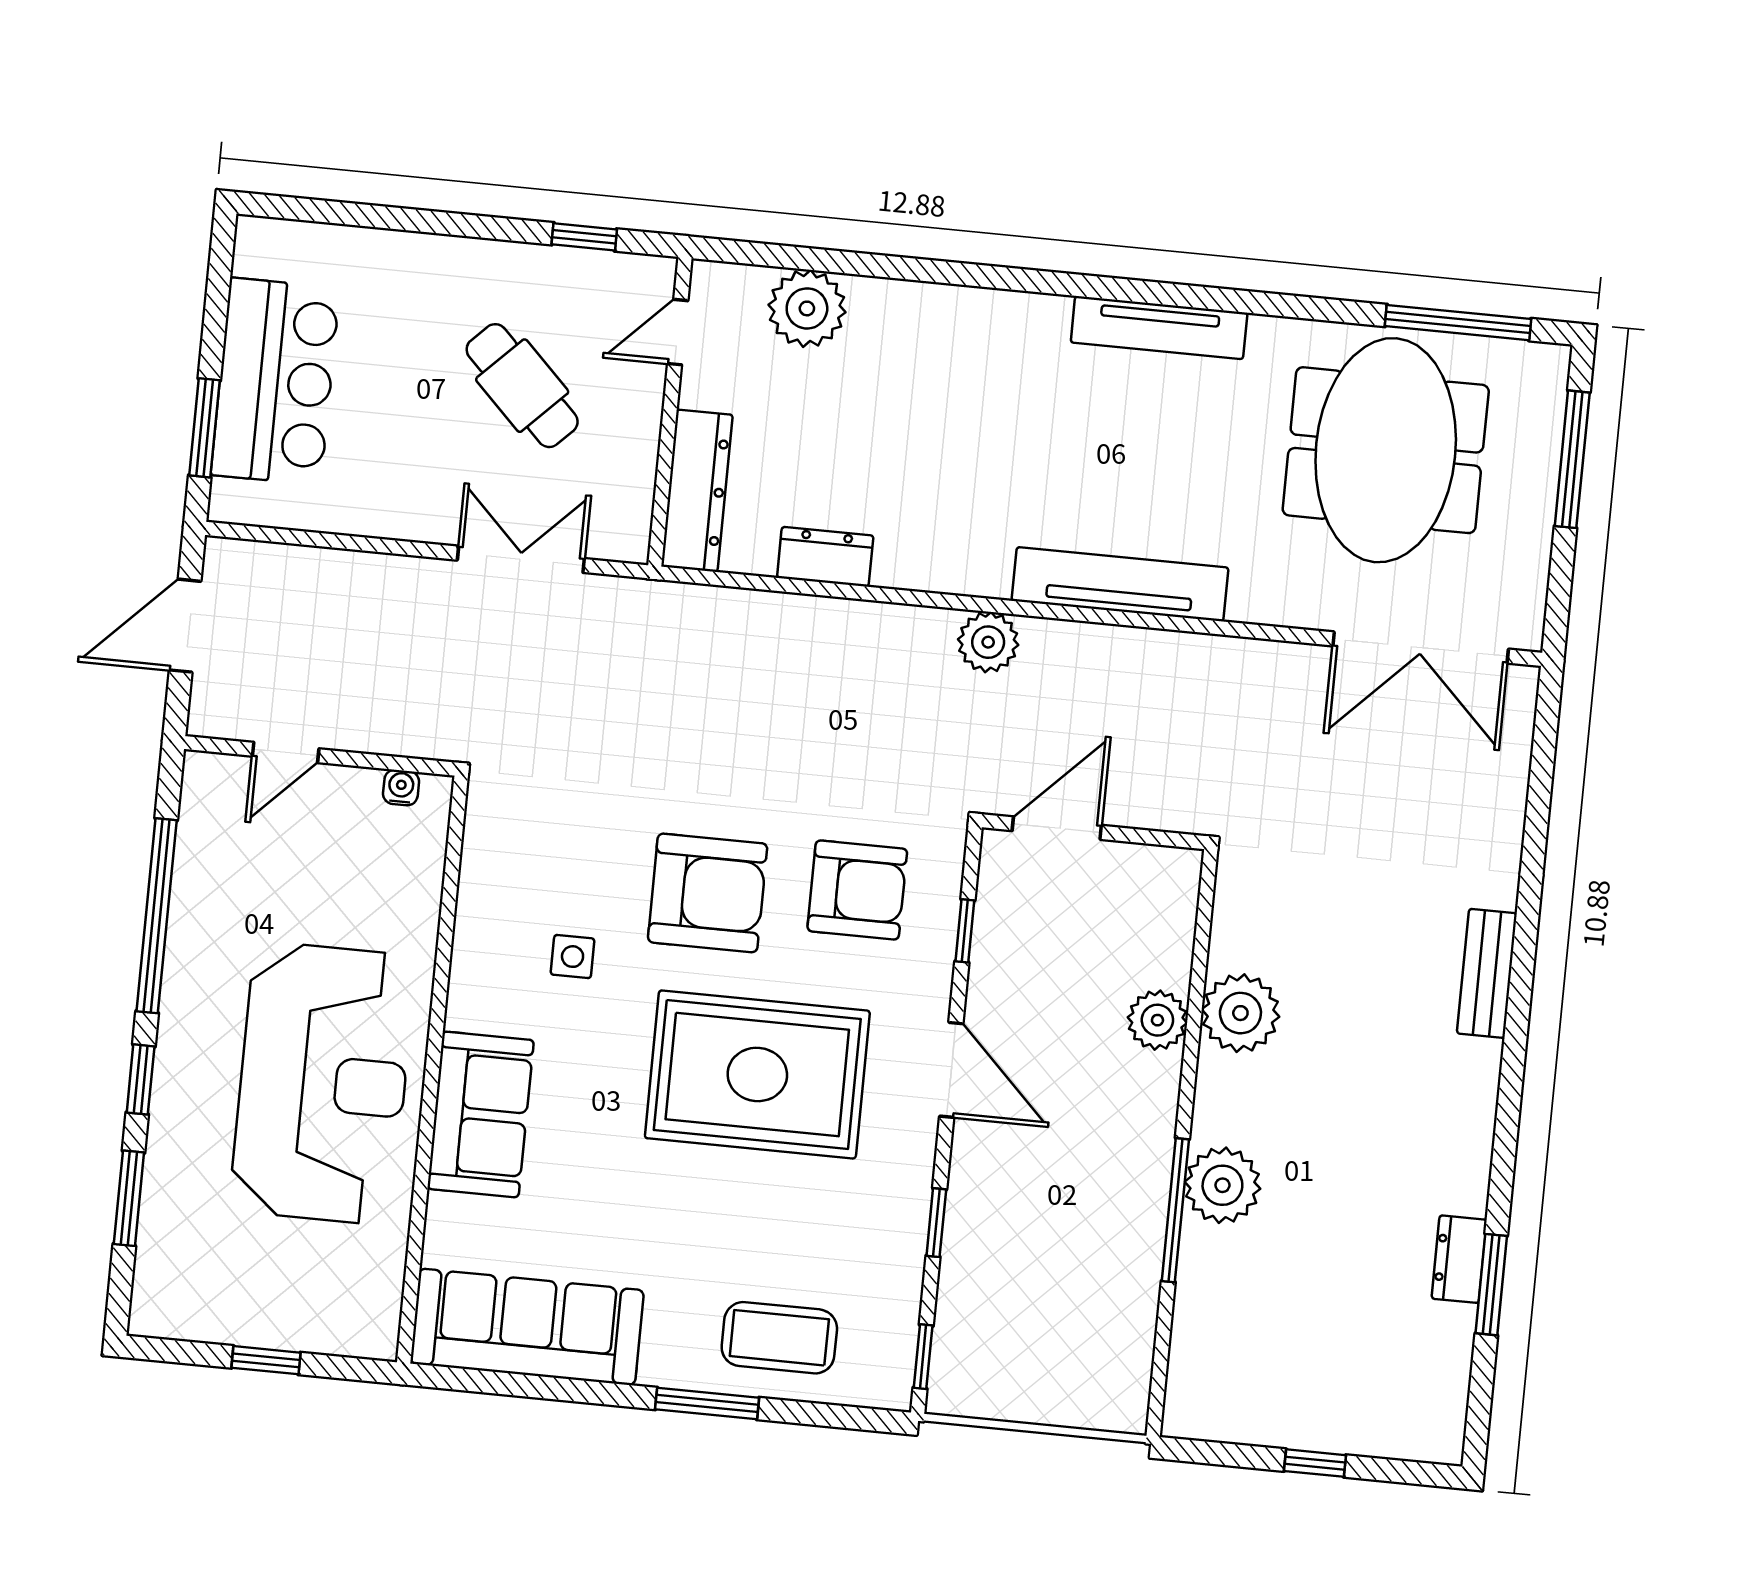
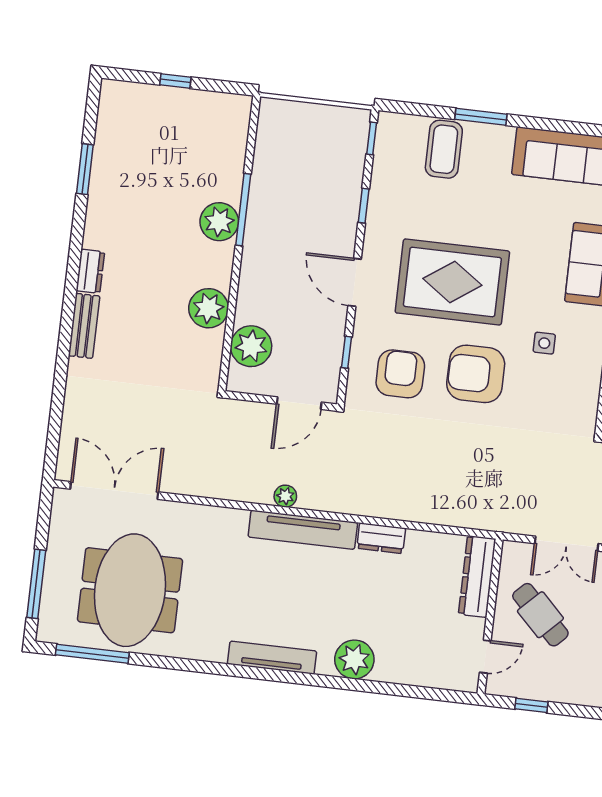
plant: (807, 308) -> (354, 659), moved
tv unit: (1159, 328) -> (272, 658), moved
cafe table: (522, 386) -> (540, 615), moved
dresser: (825, 557) -> (381, 538), moved
tv unit: (1120, 584) -> (303, 530), moved
plant: (988, 642) -> (285, 496), moved, width x0.73, depth x0.73
armchair: (857, 890) -> (400, 374), turned 90
plant: (1157, 1020) -> (251, 346), moved, width x1.36, depth x1.36
dresser: (1459, 1259) -> (90, 271), moved
coffee table: (779, 1338) -> (444, 149), turned 90

